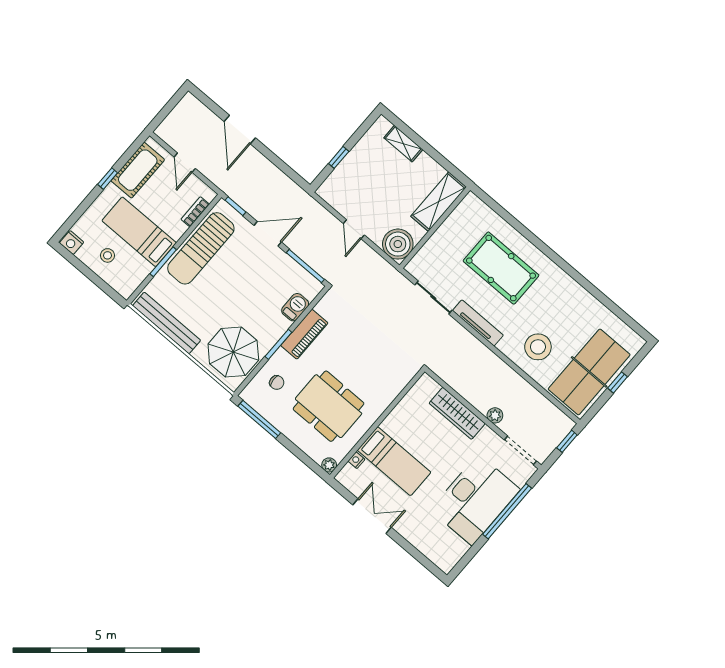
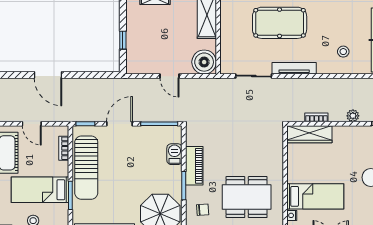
stool: (538, 347) -> (343, 52), width x0.53, depth x0.53
bookcase: (459, 387) -> (316, 117), added
wardrobe: (457, 413) -> (309, 134), moved

